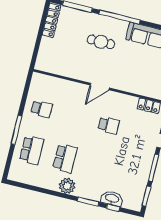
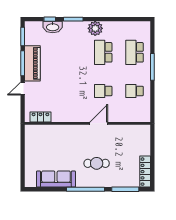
door: (100, 87) -> (99, 123), moved
school desk: (108, 125) -> (103, 91), moved
piano: (143, 165) -> (32, 63), added

